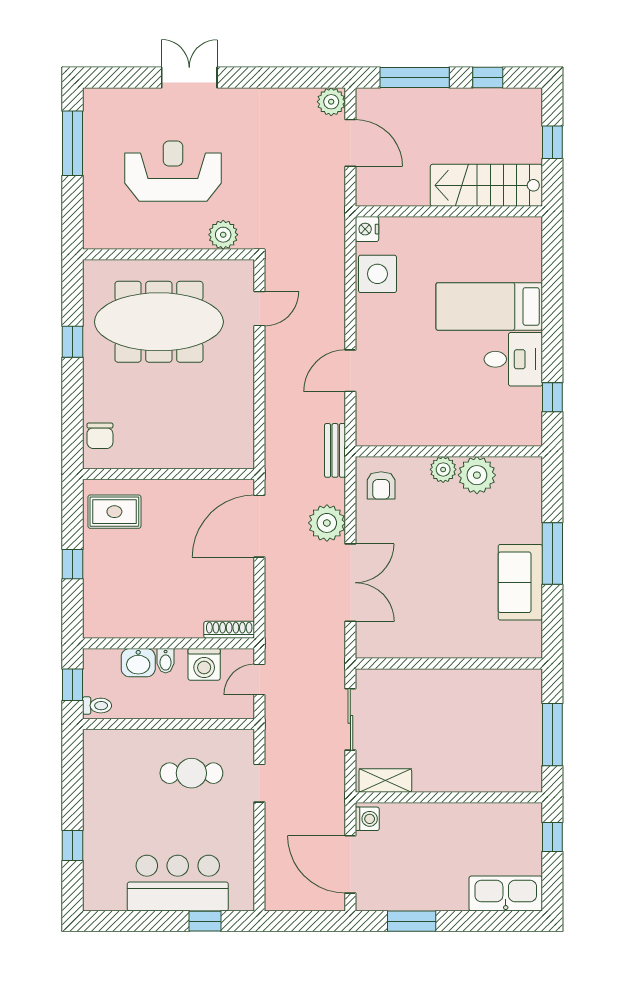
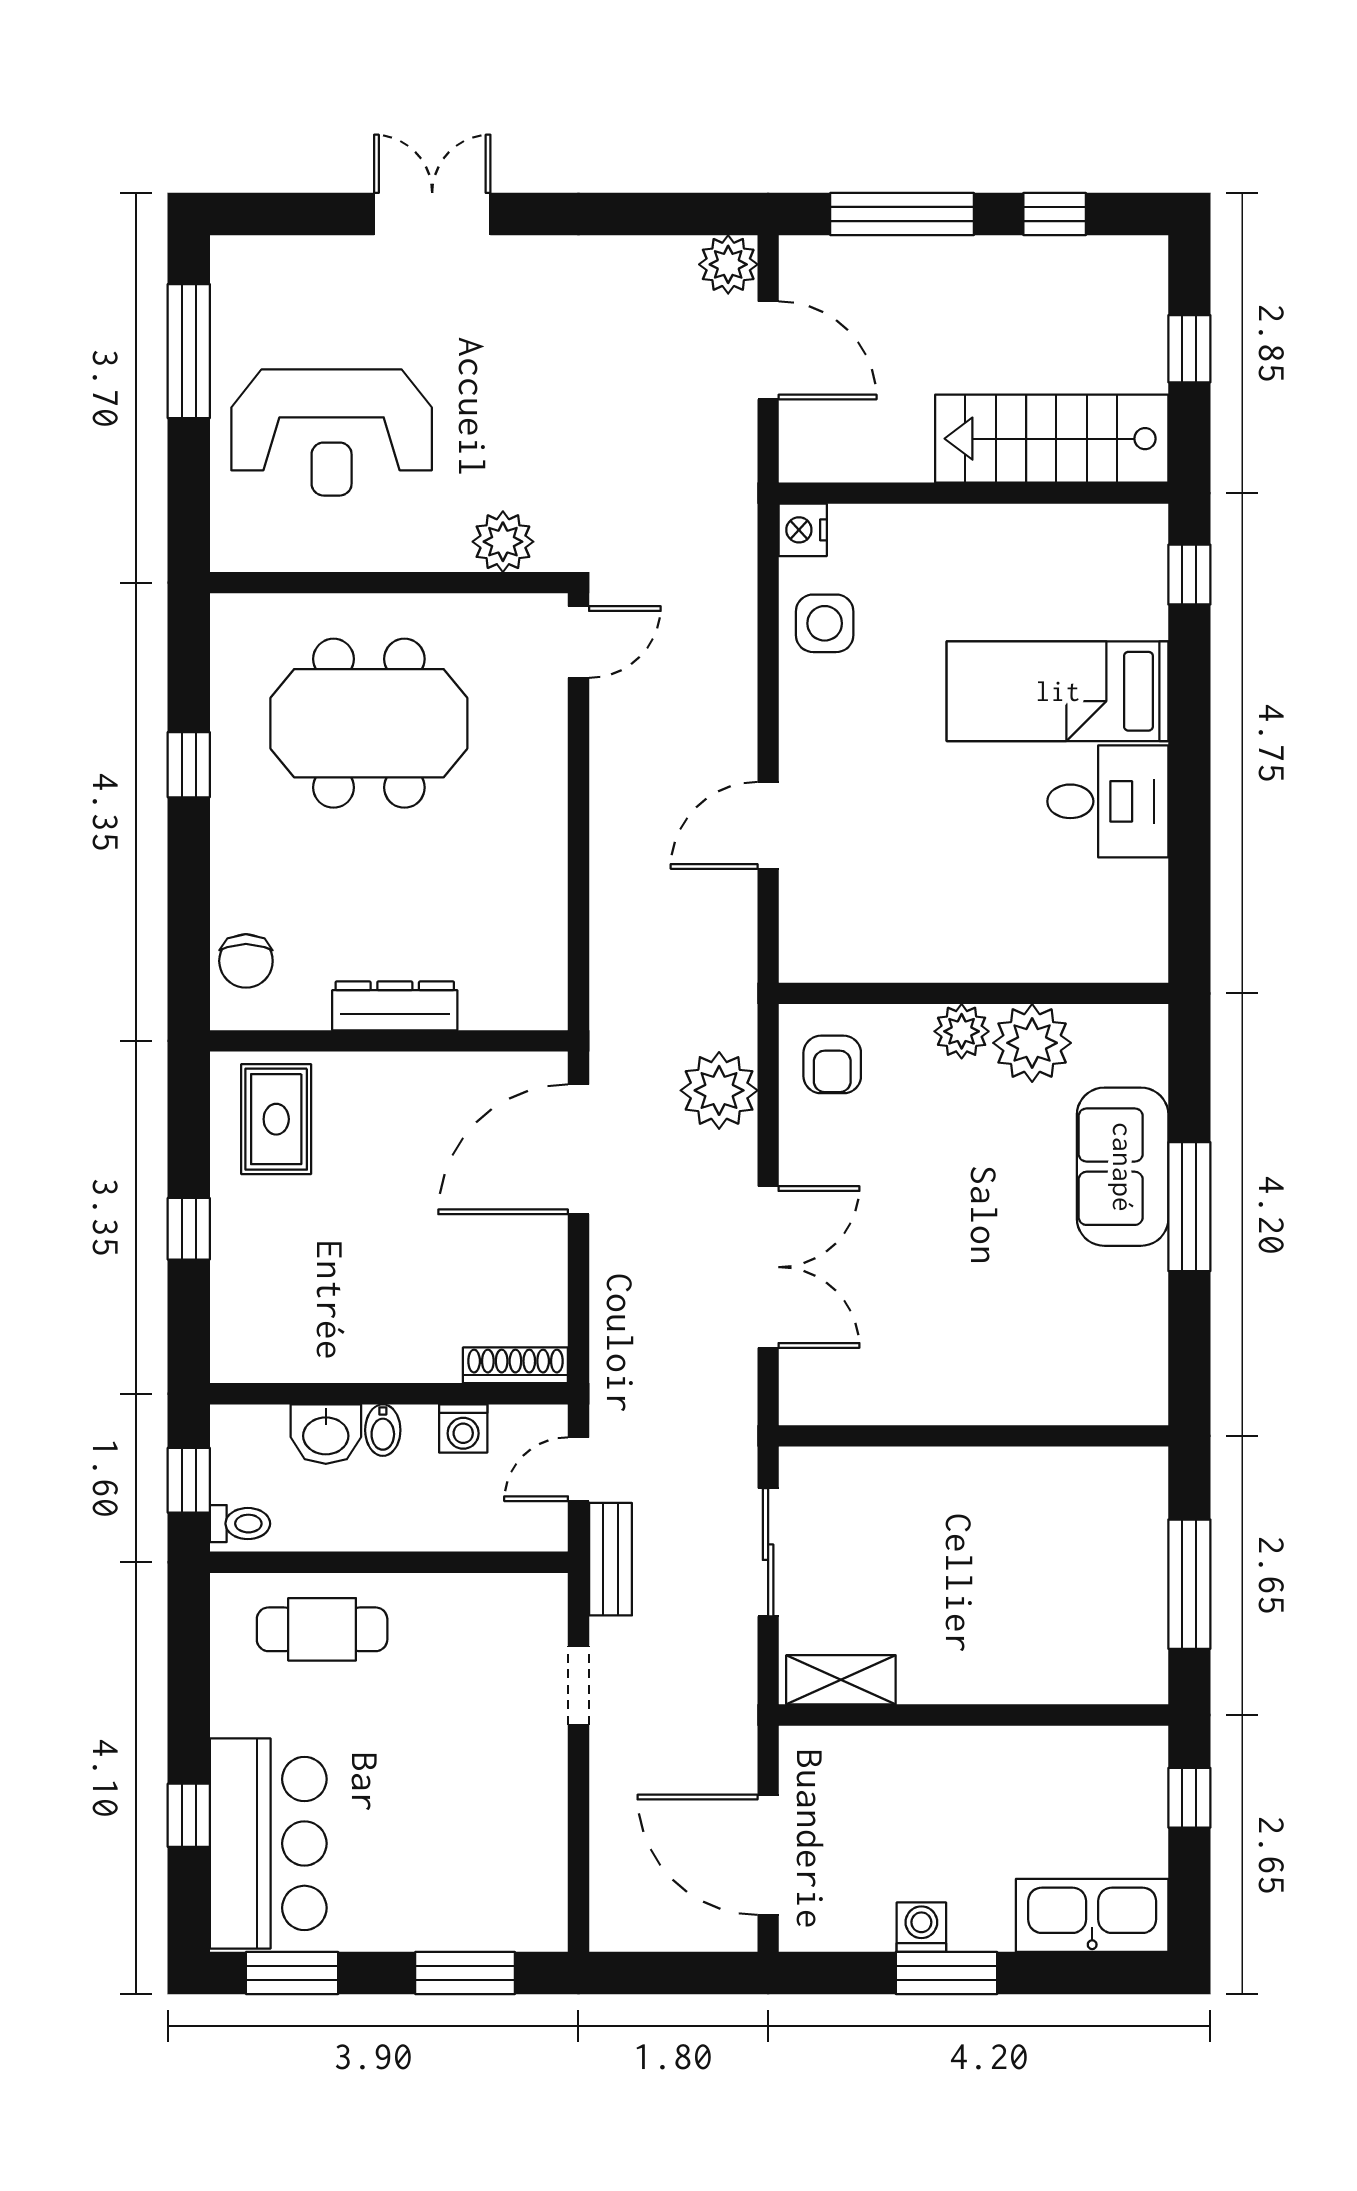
reception desk: (173, 171) -> (332, 432), moved, turned 180
side table: (377, 274) -> (825, 623), width x0.73, depth x0.73
door: (259, 309) -> (578, 642), moved
meeting table: (159, 322) -> (369, 723), width x0.73
window: (552, 397) -> (1189, 575), moved
bench: (335, 450) -> (610, 1559), moved
dresser: (171, 457) -> (395, 1006), added
rug: (114, 512) -> (276, 1119), turned 90
plant: (327, 523) -> (719, 1090), moved
sofa: (520, 582) -> (1123, 1167), moved
washing machine: (204, 664) -> (463, 1428), width x0.73, depth x0.73
cafe table: (191, 773) -> (322, 1629), moved
washing machine: (367, 819) -> (921, 1927), moved, turned -90
bar counter: (178, 883) -> (268, 1843), moved, turned 90
window: (122, 921) -> (292, 1973), added
window: (205, 921) -> (465, 1973), width x1.50
window: (412, 921) -> (947, 1973), moved

